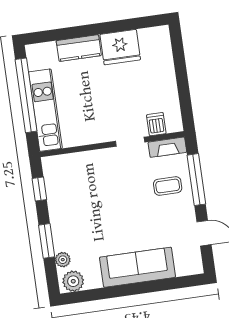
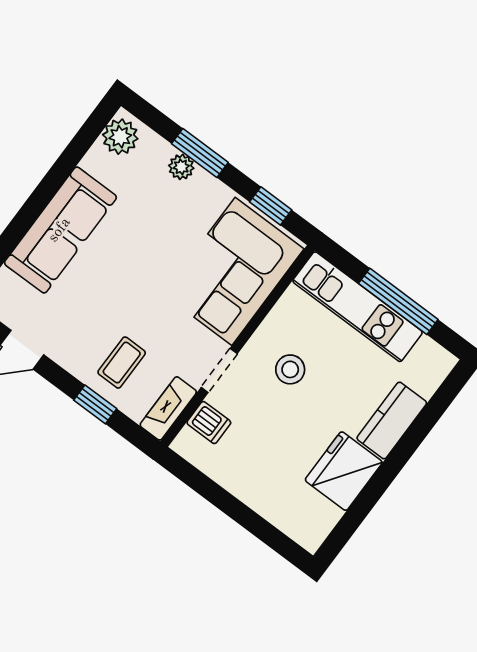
window: (26, 95) -> (398, 301), width x0.68
stool: (100, 112) -> (290, 369), added
corner sofa: (82, 177) -> (233, 271), added
window: (196, 180) -> (95, 404), width x0.46
plant: (63, 260) -> (181, 167), moved

